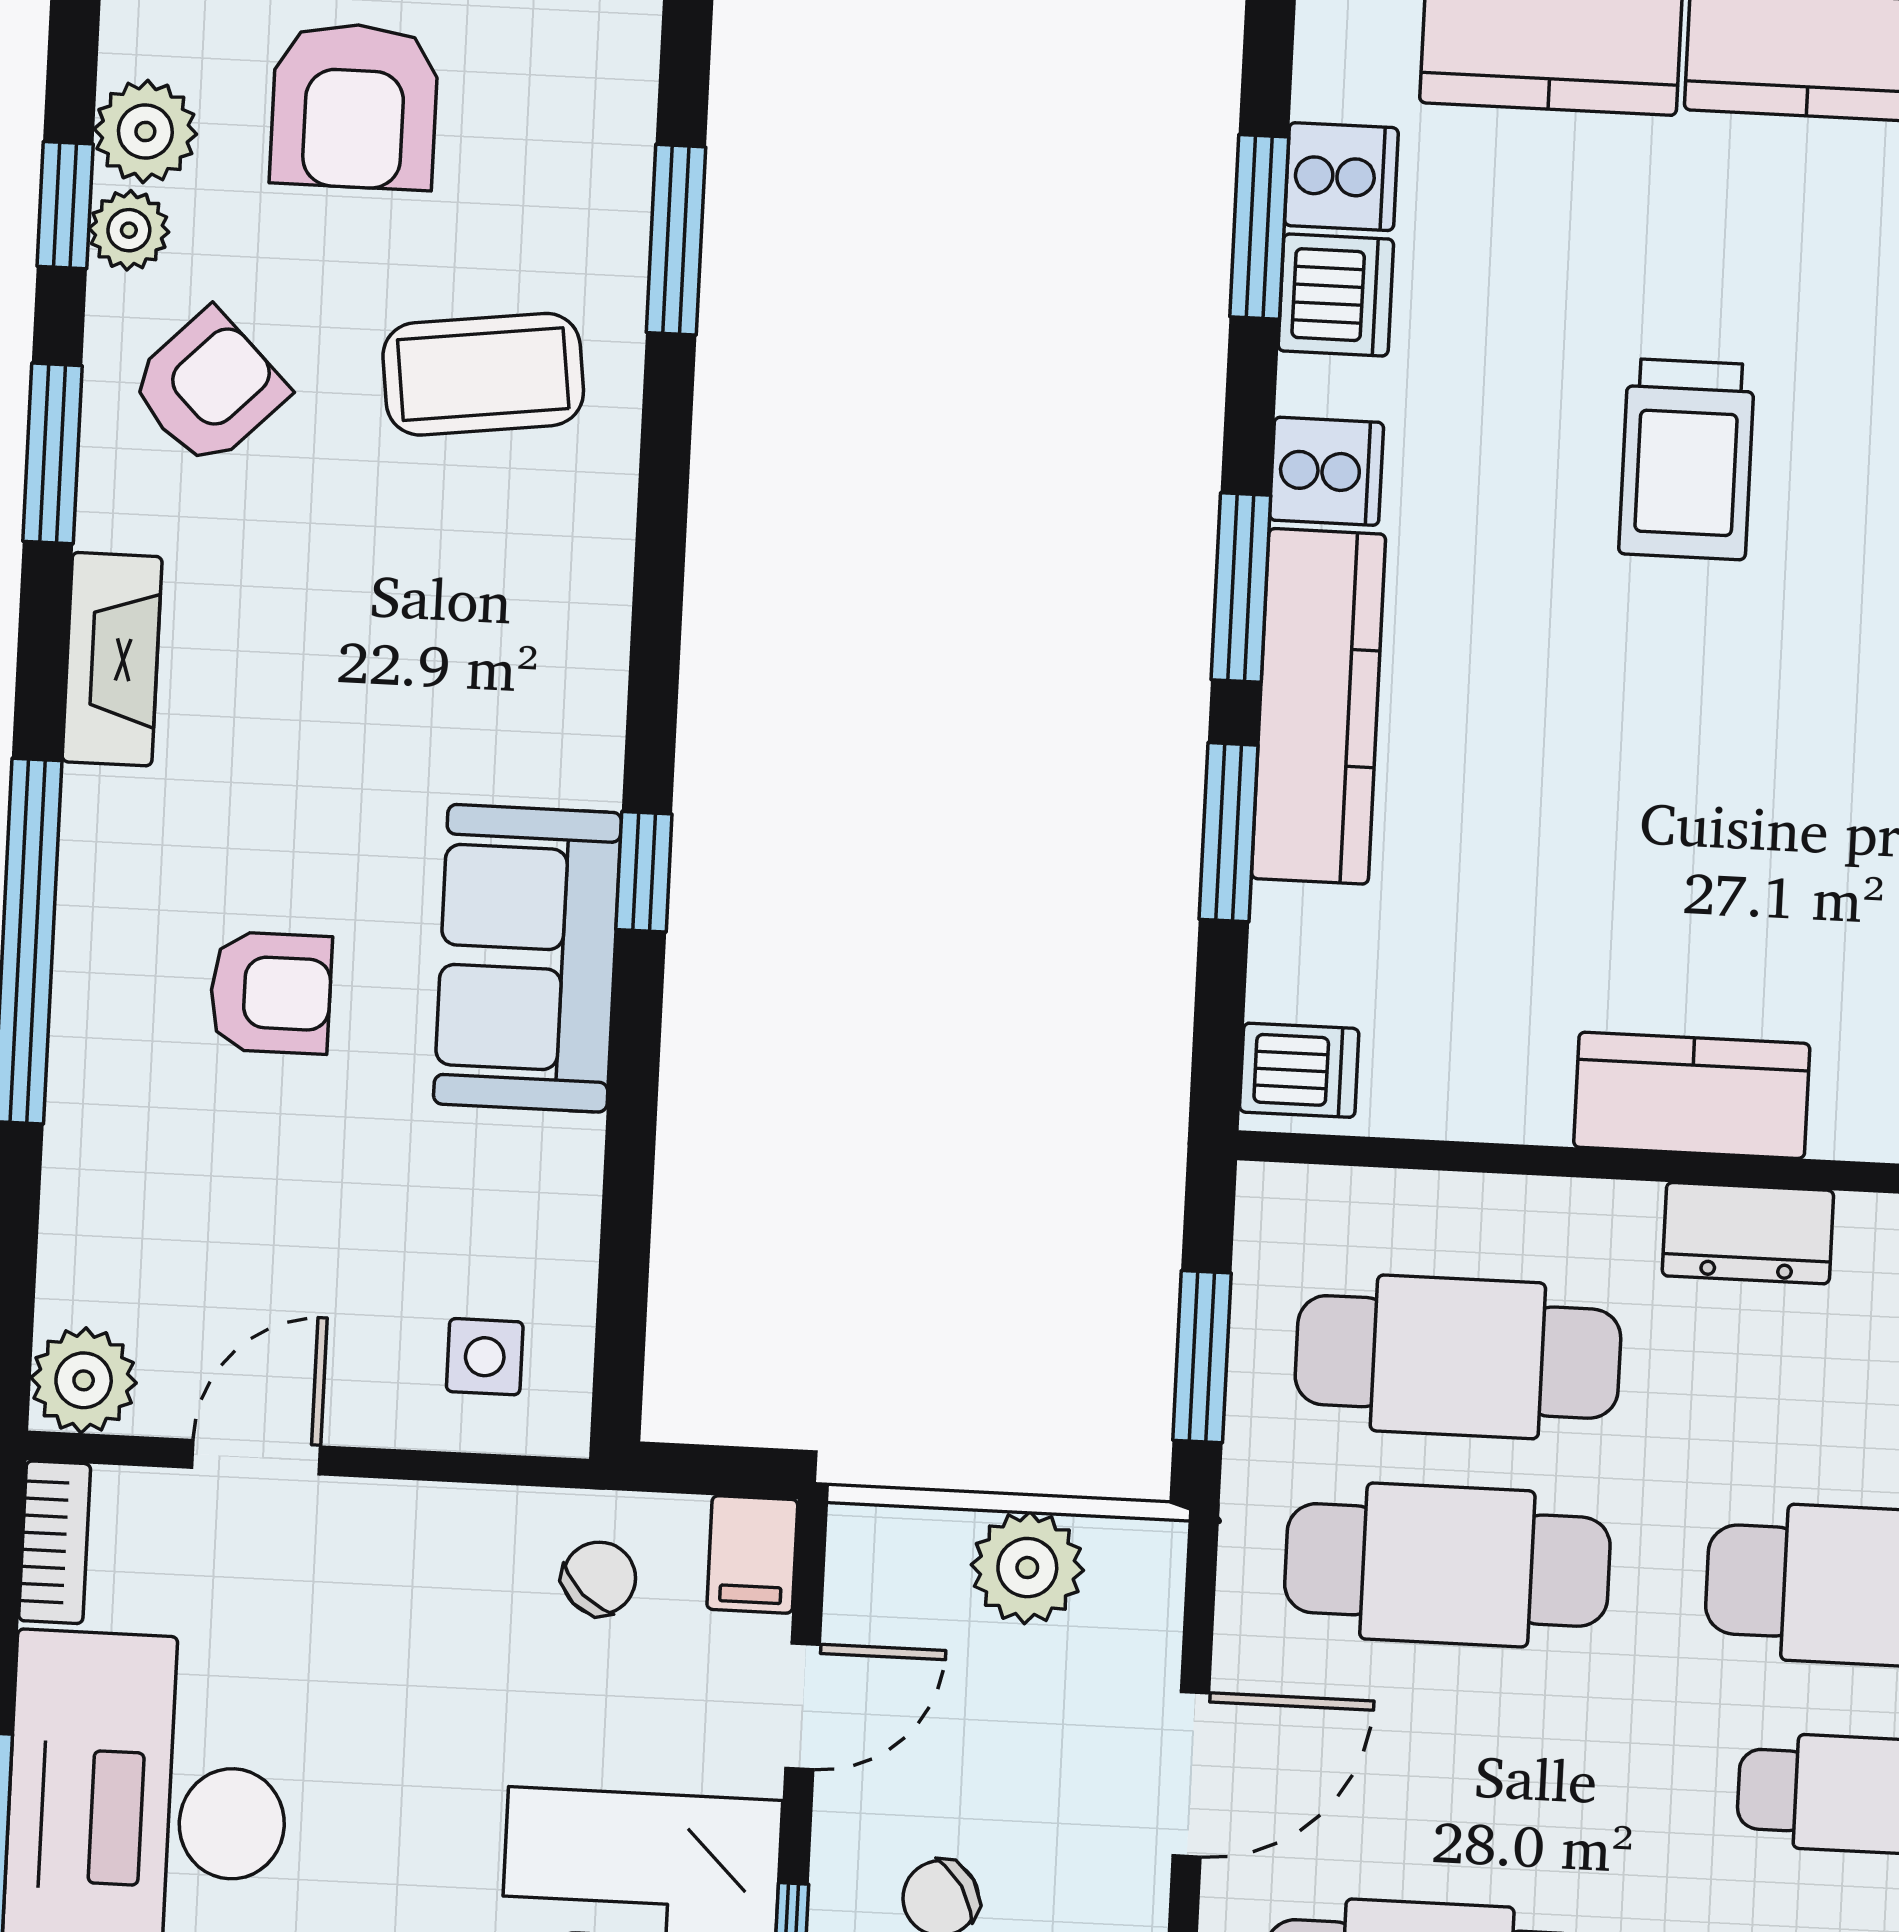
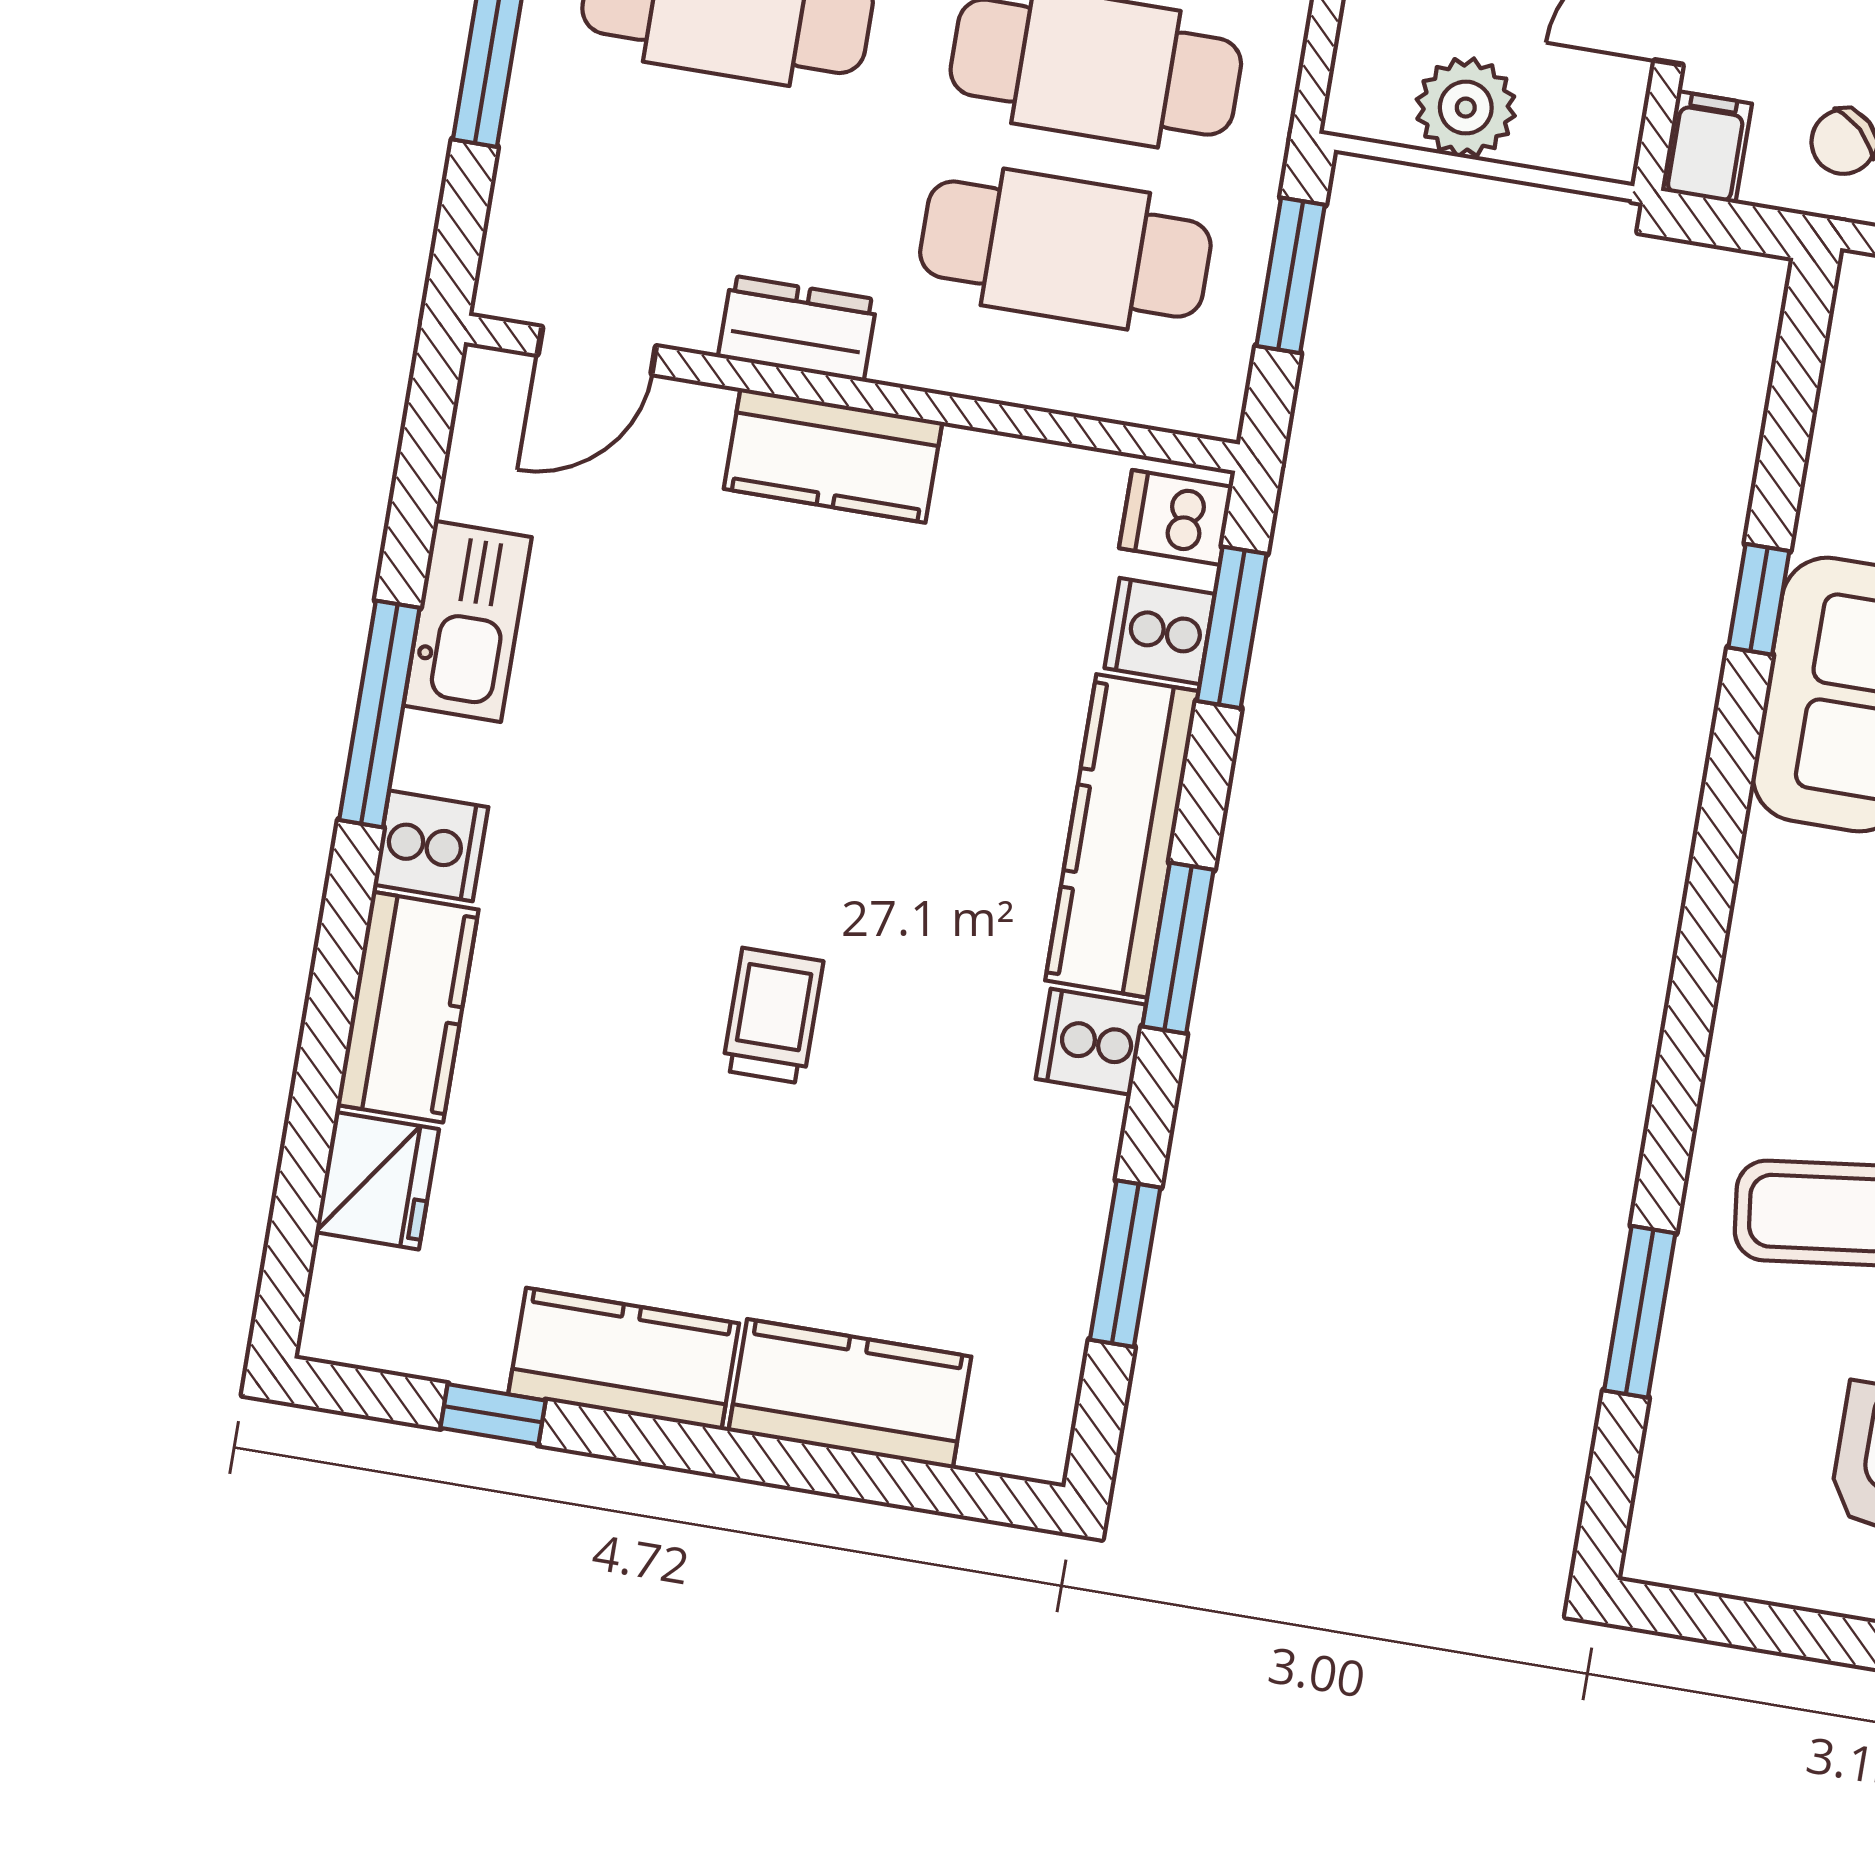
cooker: (1341, 177) -> (1160, 631), moved
dishwasher: (1336, 295) -> (1065, 1196), removed
trolley: (1687, 459) -> (773, 1016), width x0.73, depth x0.72
window: (1228, 832) -> (1232, 627), moved
window: (644, 872) -> (1759, 599), moved

